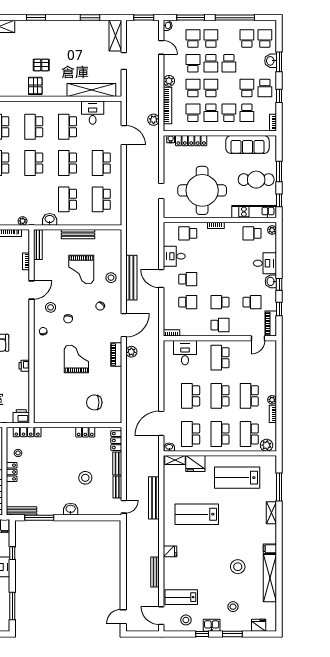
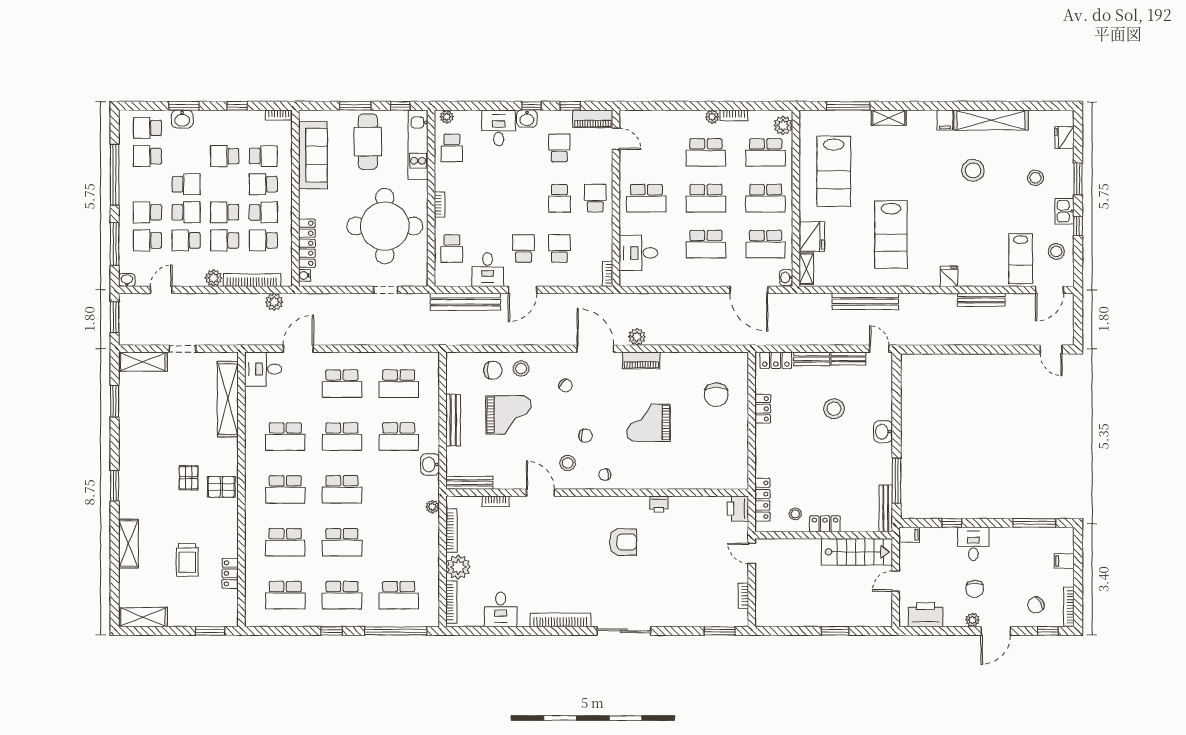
school desk: (265, 88) -> (225, 128), removed
desk: (93, 113) -> (263, 369), moved
chair: (110, 260) -> (493, 370), added
bench: (131, 278) -> (465, 302), moved

